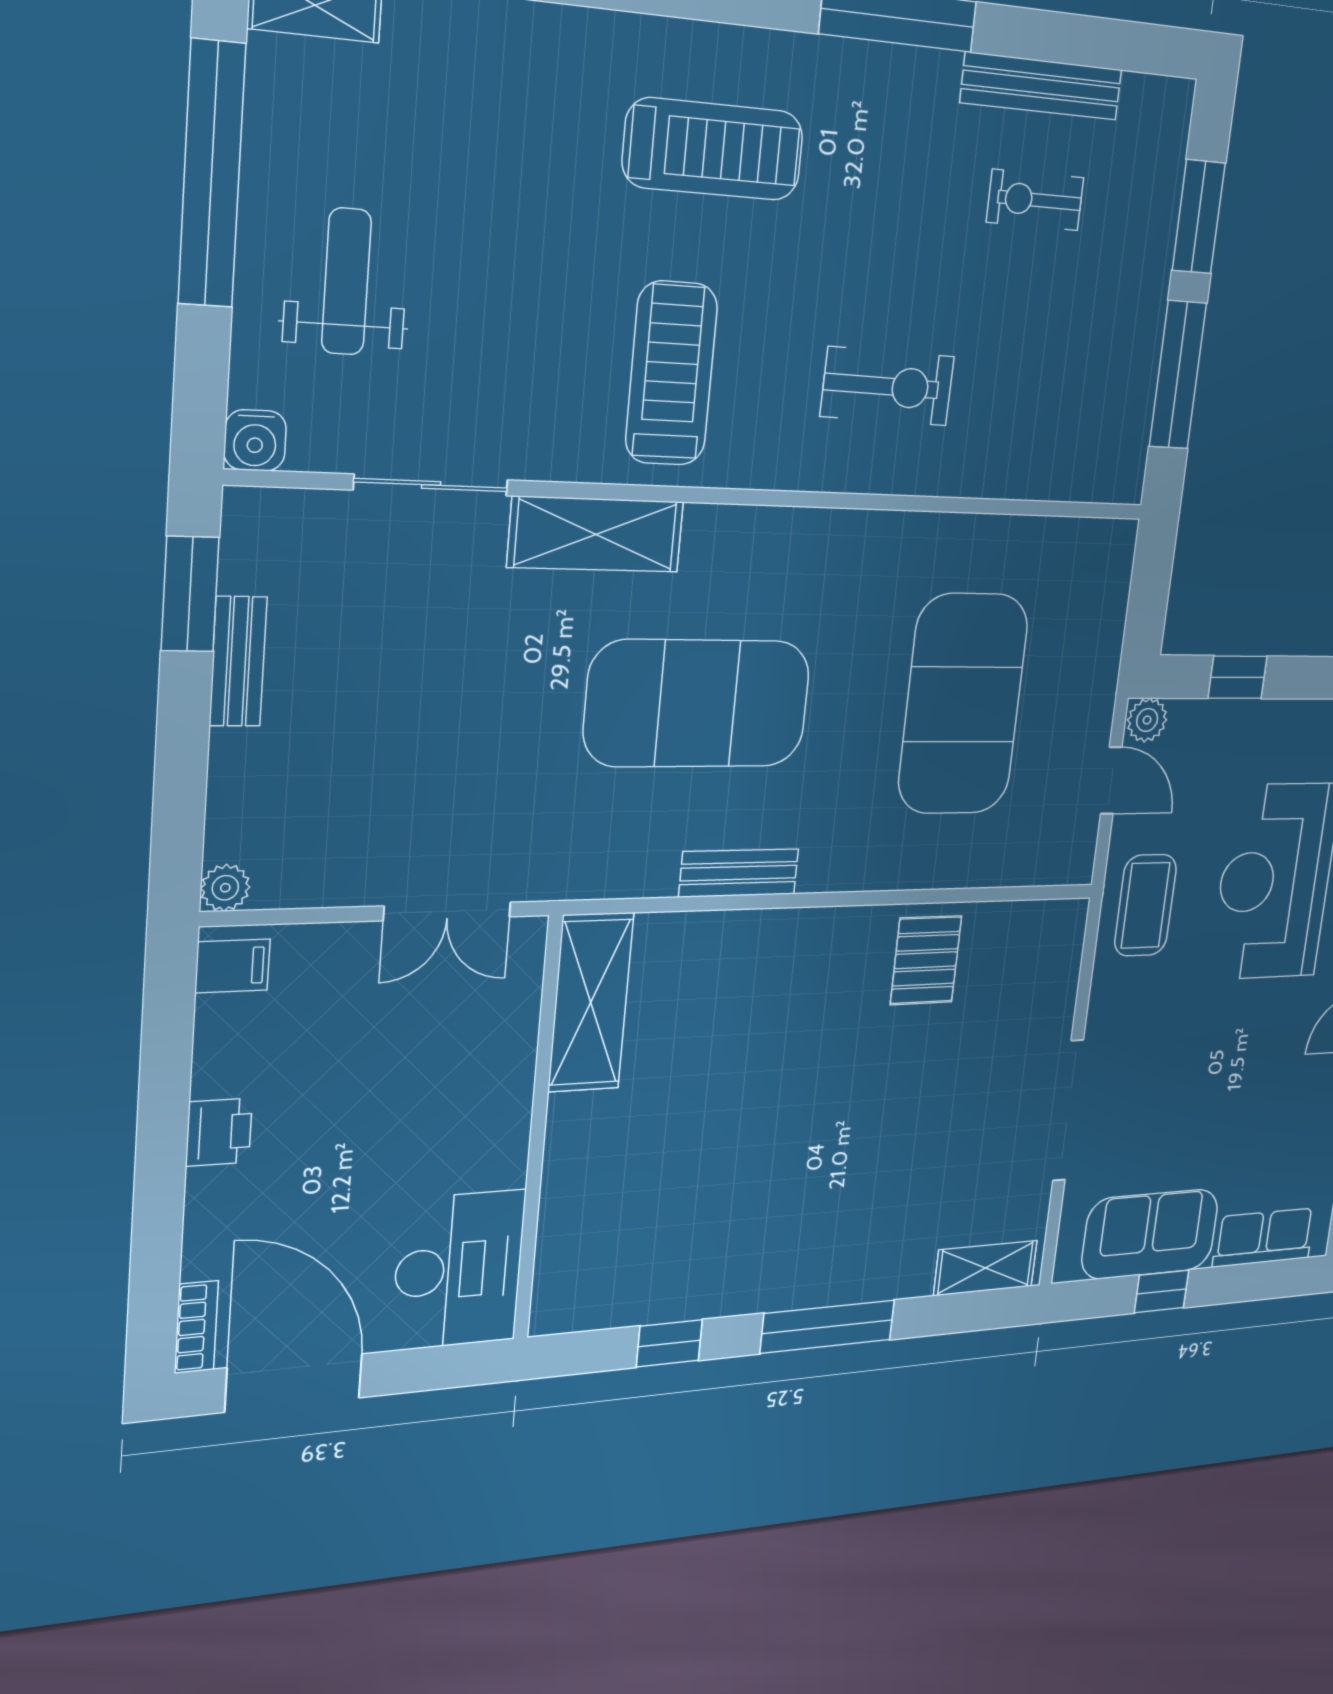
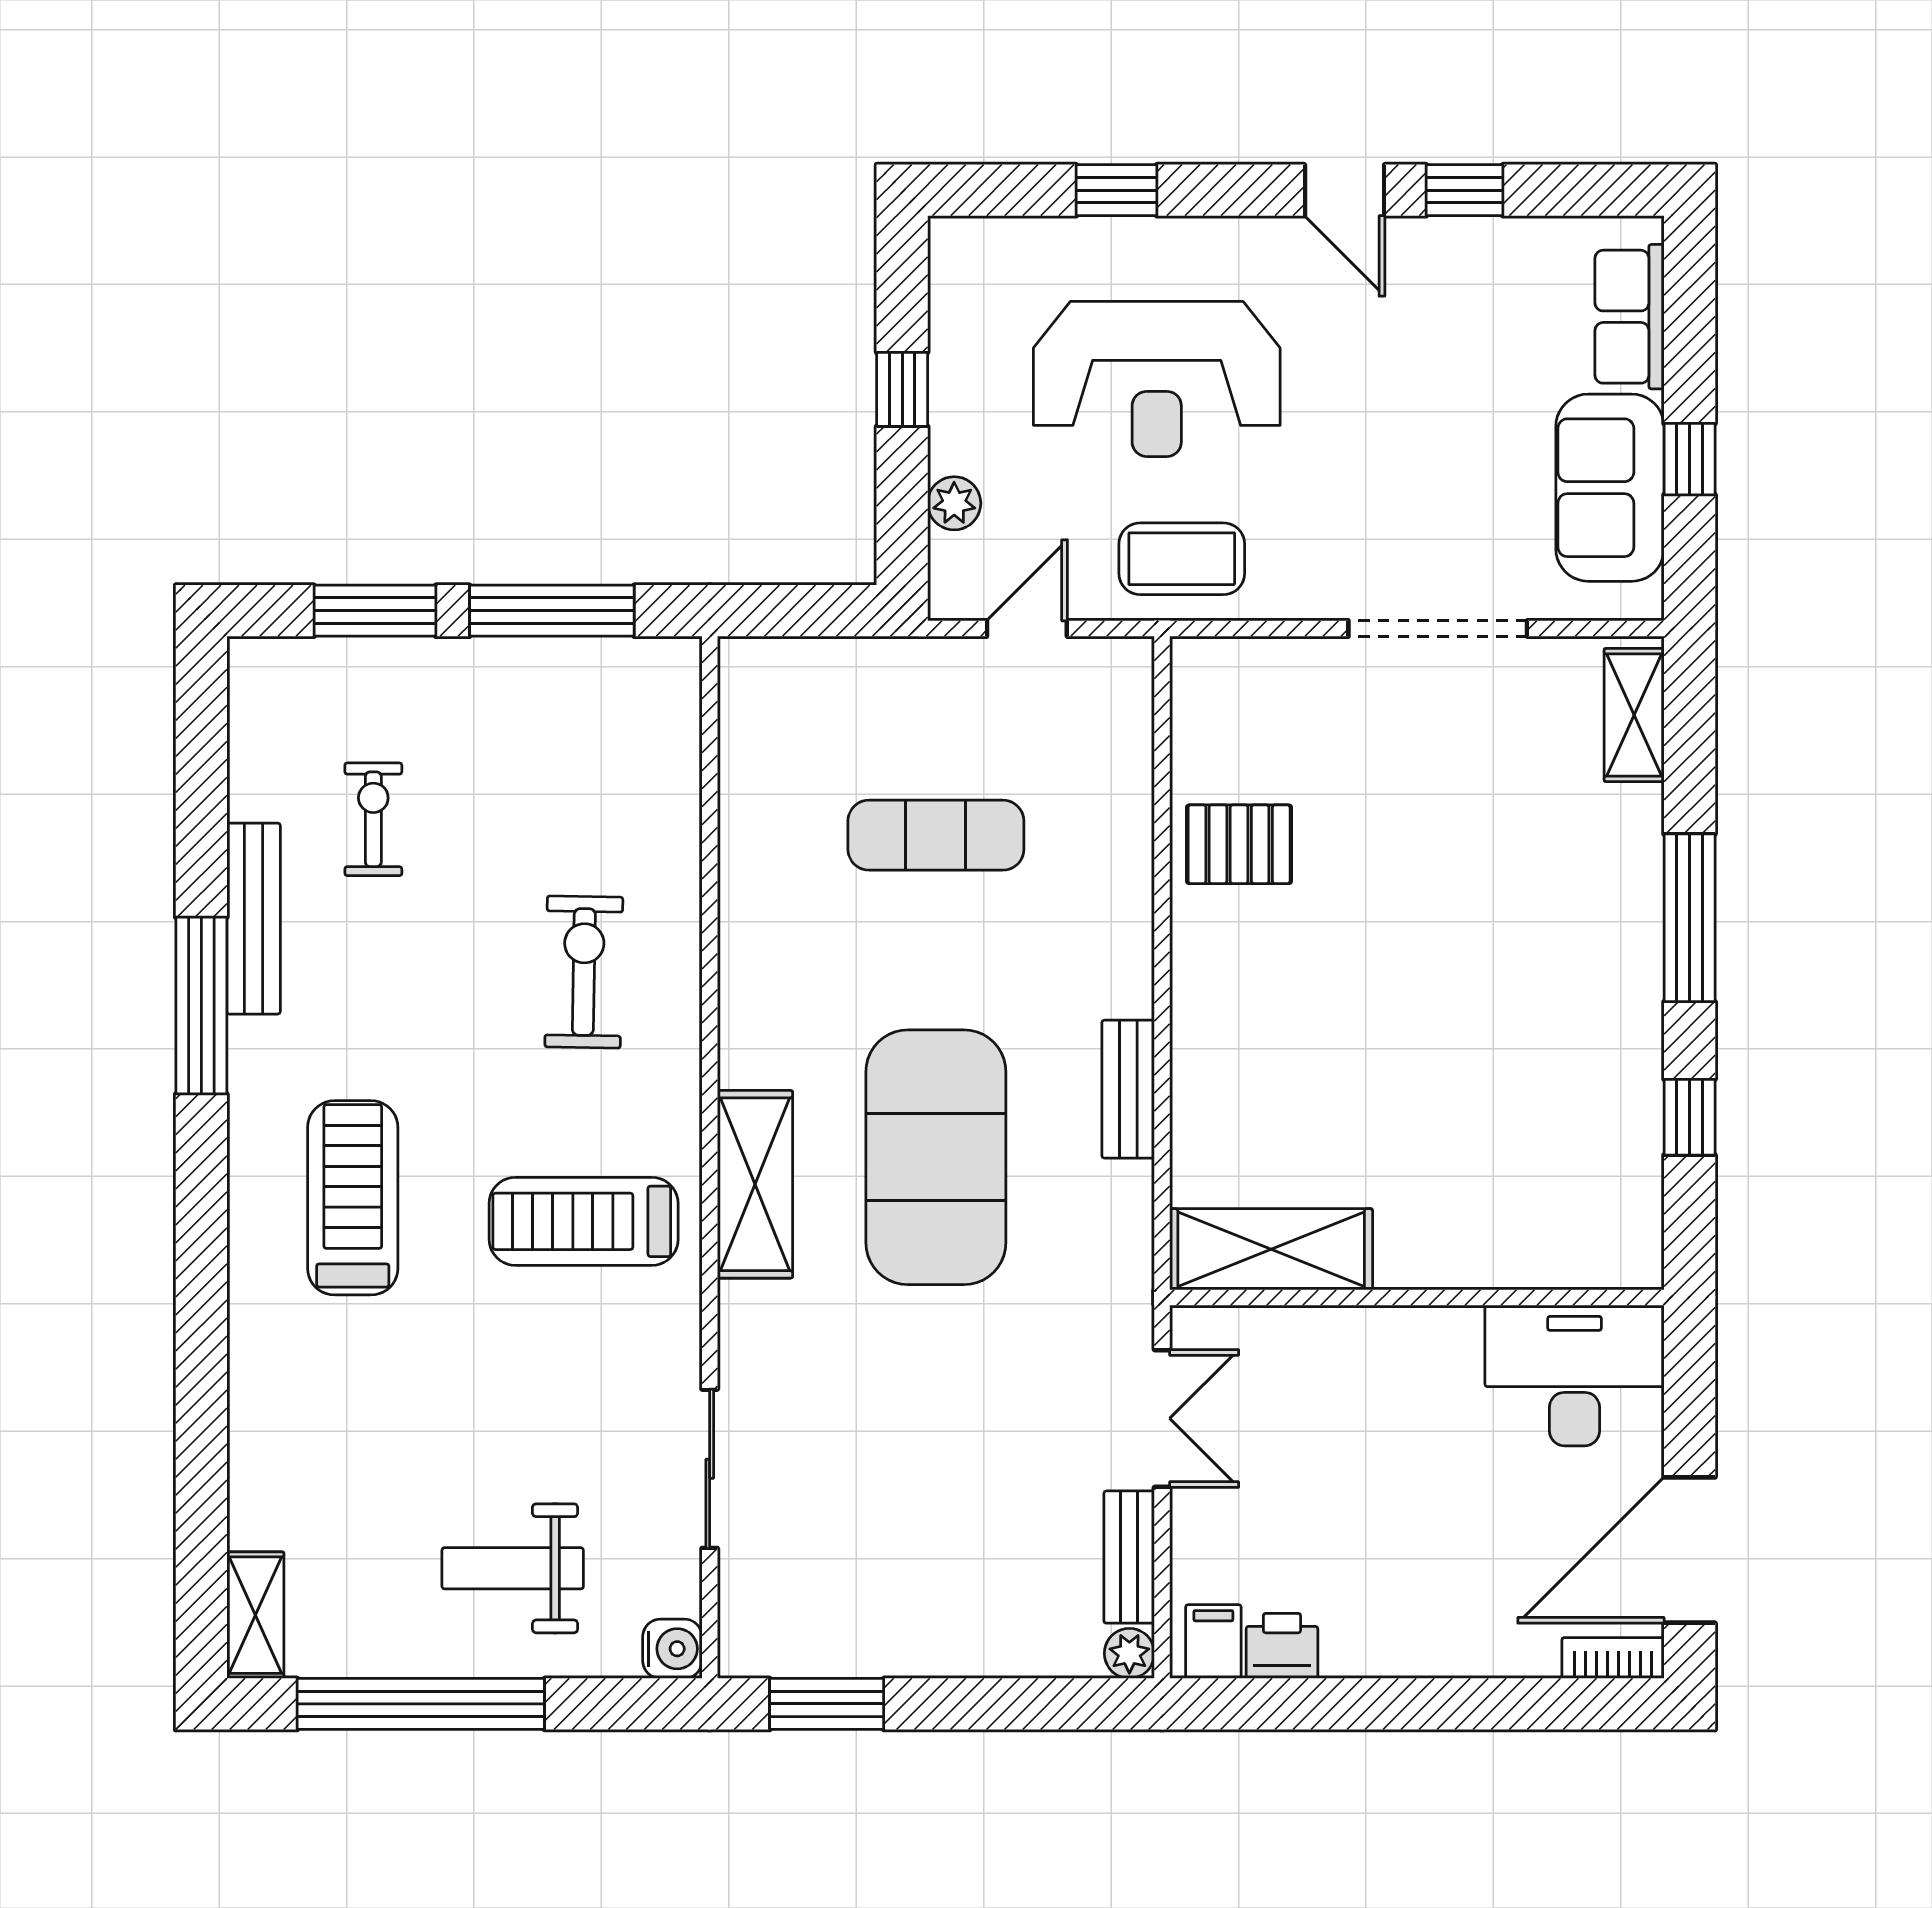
bench: (1041, 86) -> (254, 919), moved
exercise bike: (1035, 200) -> (373, 819), turned 180
shelving: (596, 534) -> (755, 1184), moved
bench: (238, 661) -> (1129, 1557), moved, turned 90
window: (1238, 677) -> (902, 389), moved
exercise mat: (963, 704) -> (936, 835), width x0.50, depth x0.69
plant: (1147, 720) -> (954, 503), moved
printer: (219, 1132) -> (1282, 1646), moved

